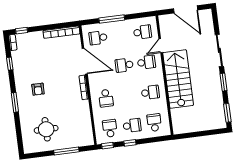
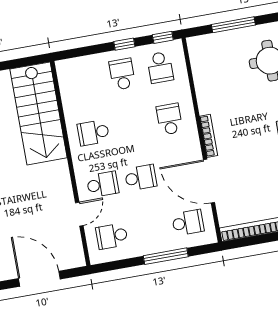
school desk: (146, 62) -> (103, 184), turned 180
stairs: (178, 79) -> (39, 113), moved
school desk: (154, 123) -> (84, 81), removed
school desk: (132, 125) -> (122, 74), turned 90

